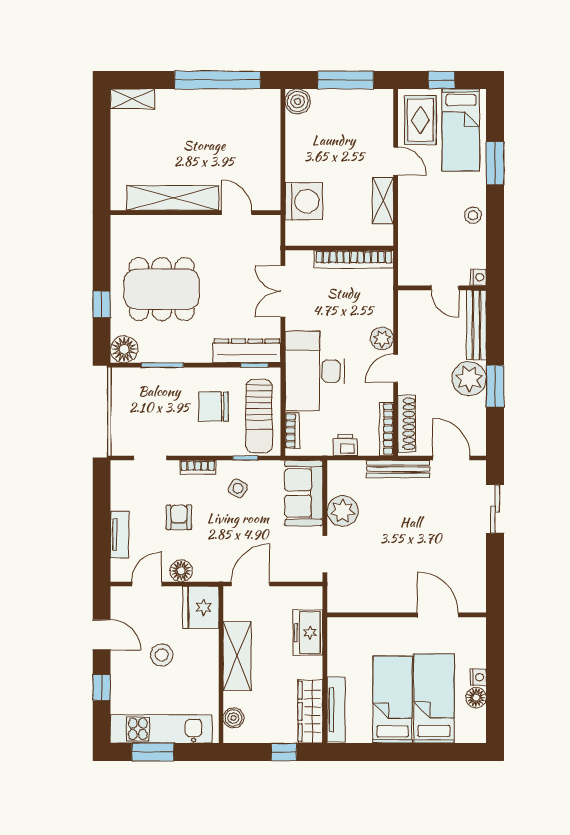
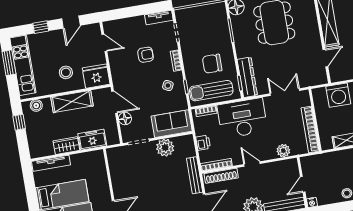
plant: (382, 338) -> (283, 151), moved
chair: (214, 407) -> (212, 64), turned -90
tv unit: (119, 535) -> (159, 17), moved
floor lamp: (181, 571) -> (125, 118), moved
stool: (162, 655) -> (66, 72), moved
wardrobe: (310, 711) -> (66, 146), moved, width x0.67
window: (284, 752) -> (19, 122), moved

